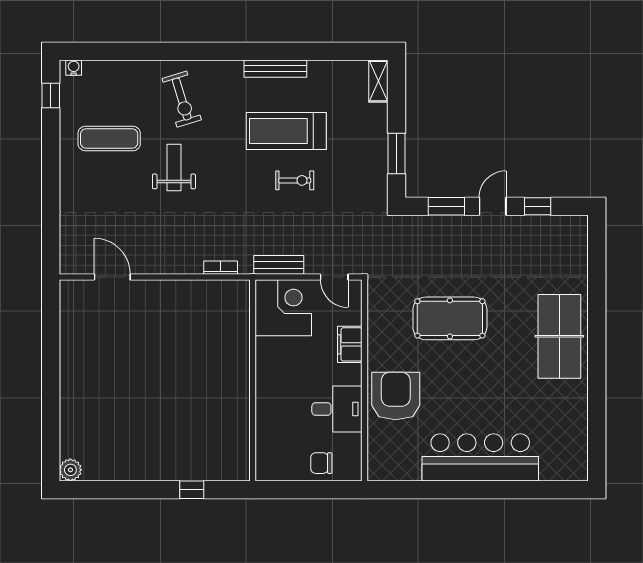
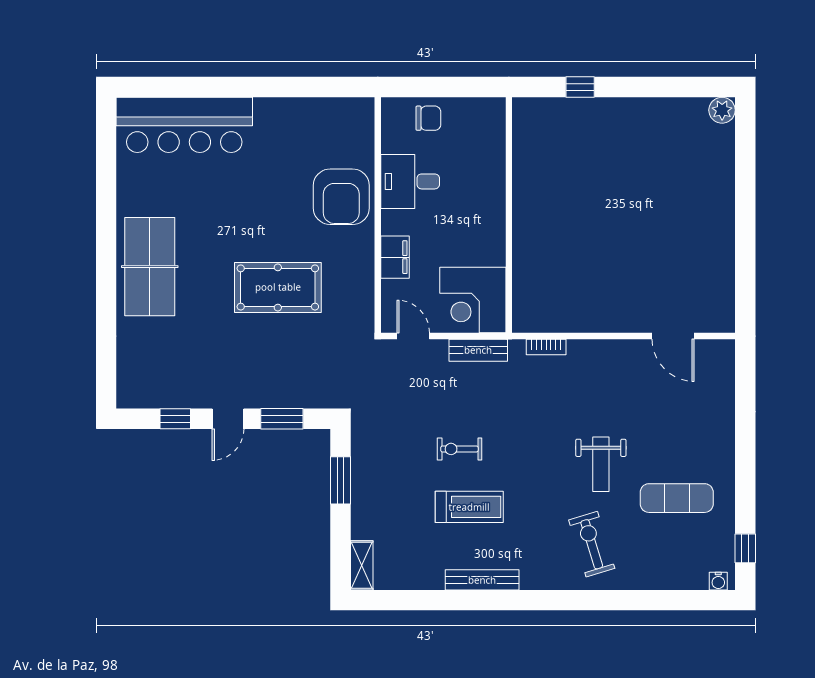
treadmill: (286, 131) -> (469, 507), width x0.73, depth x0.73
bar counter: (480, 457) -> (184, 125), moved

